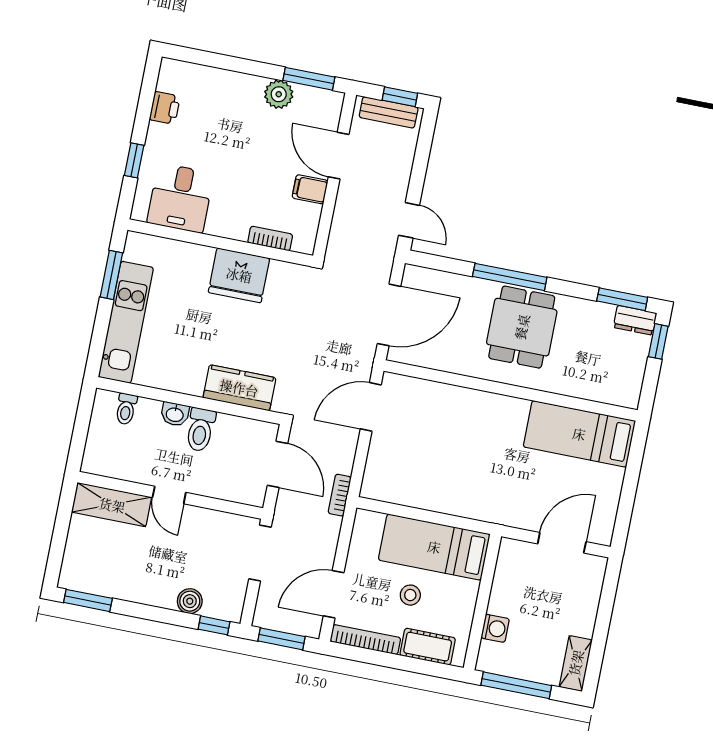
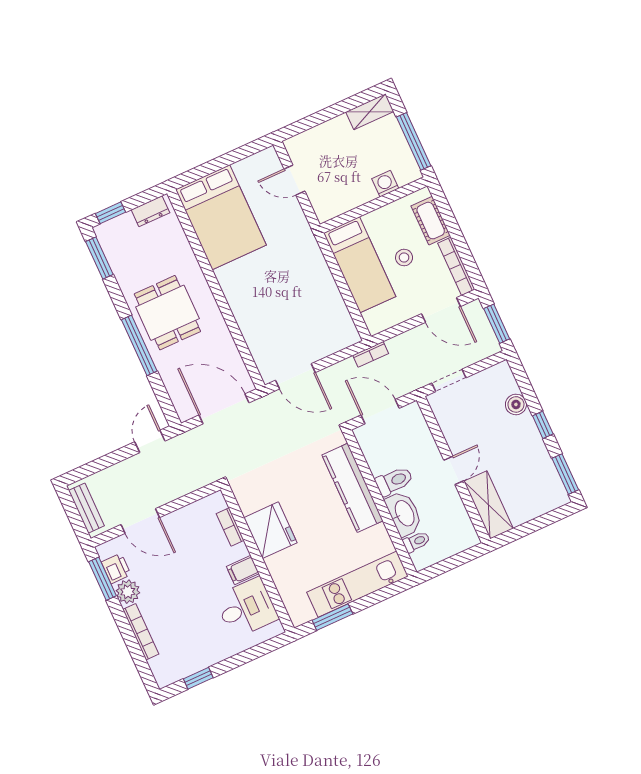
bookcase: (231, 79) -> (141, 632), added
window: (400, 97) -> (70, 508), removed
printer: (165, 108) -> (116, 568), moved, turned 90
door: (339, 156) -> (140, 521), hinge flipped
window: (134, 160) -> (198, 678), moved
filing cabinet: (310, 189) -> (243, 570), moved, turned 90
dresser: (635, 320) -> (150, 211), moved, turned 90
dining table: (522, 327) -> (167, 313), turned 90
kitchen counter: (239, 388) -> (352, 488), width x1.50
washbasin: (175, 414) -> (404, 514), width x1.91, depth x1.45
bed: (579, 434) -> (221, 217), width x1.50
door: (277, 464) -> (380, 412), hinge flipped
door: (562, 543) -> (294, 180), width x0.73
doorway: (260, 553) -> (449, 380), width x0.73
window: (214, 625) -> (543, 425), moved

